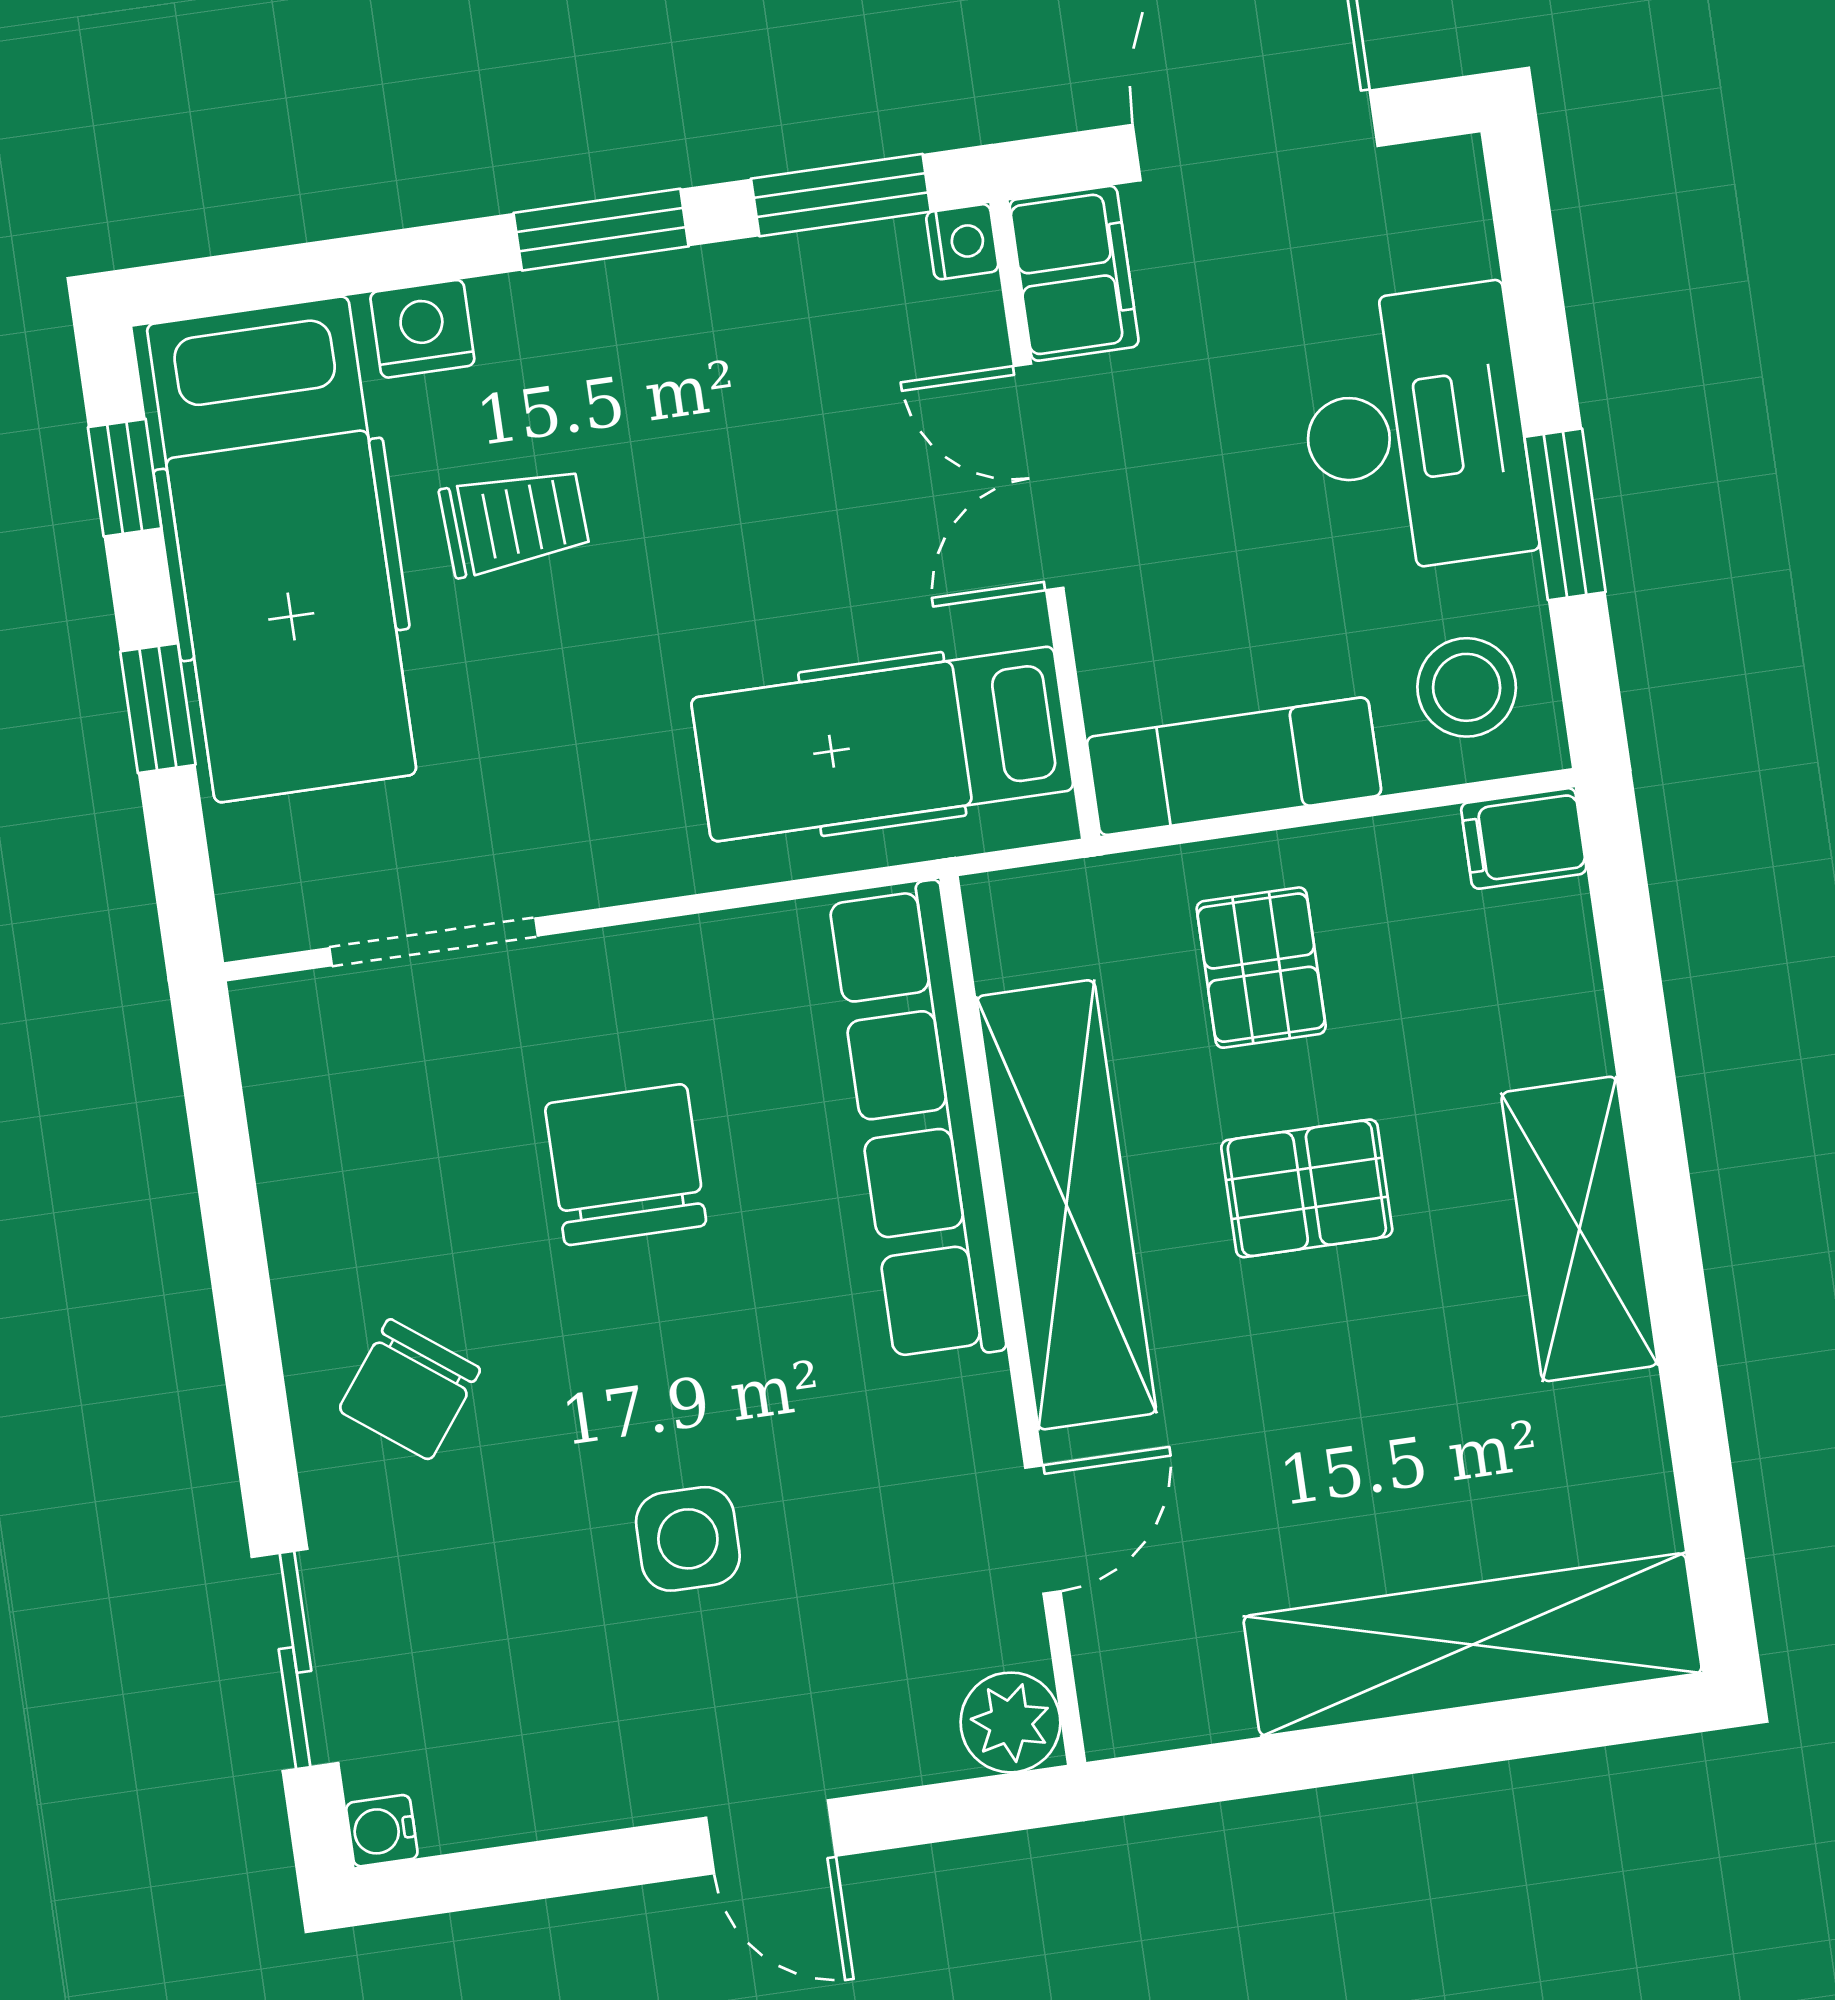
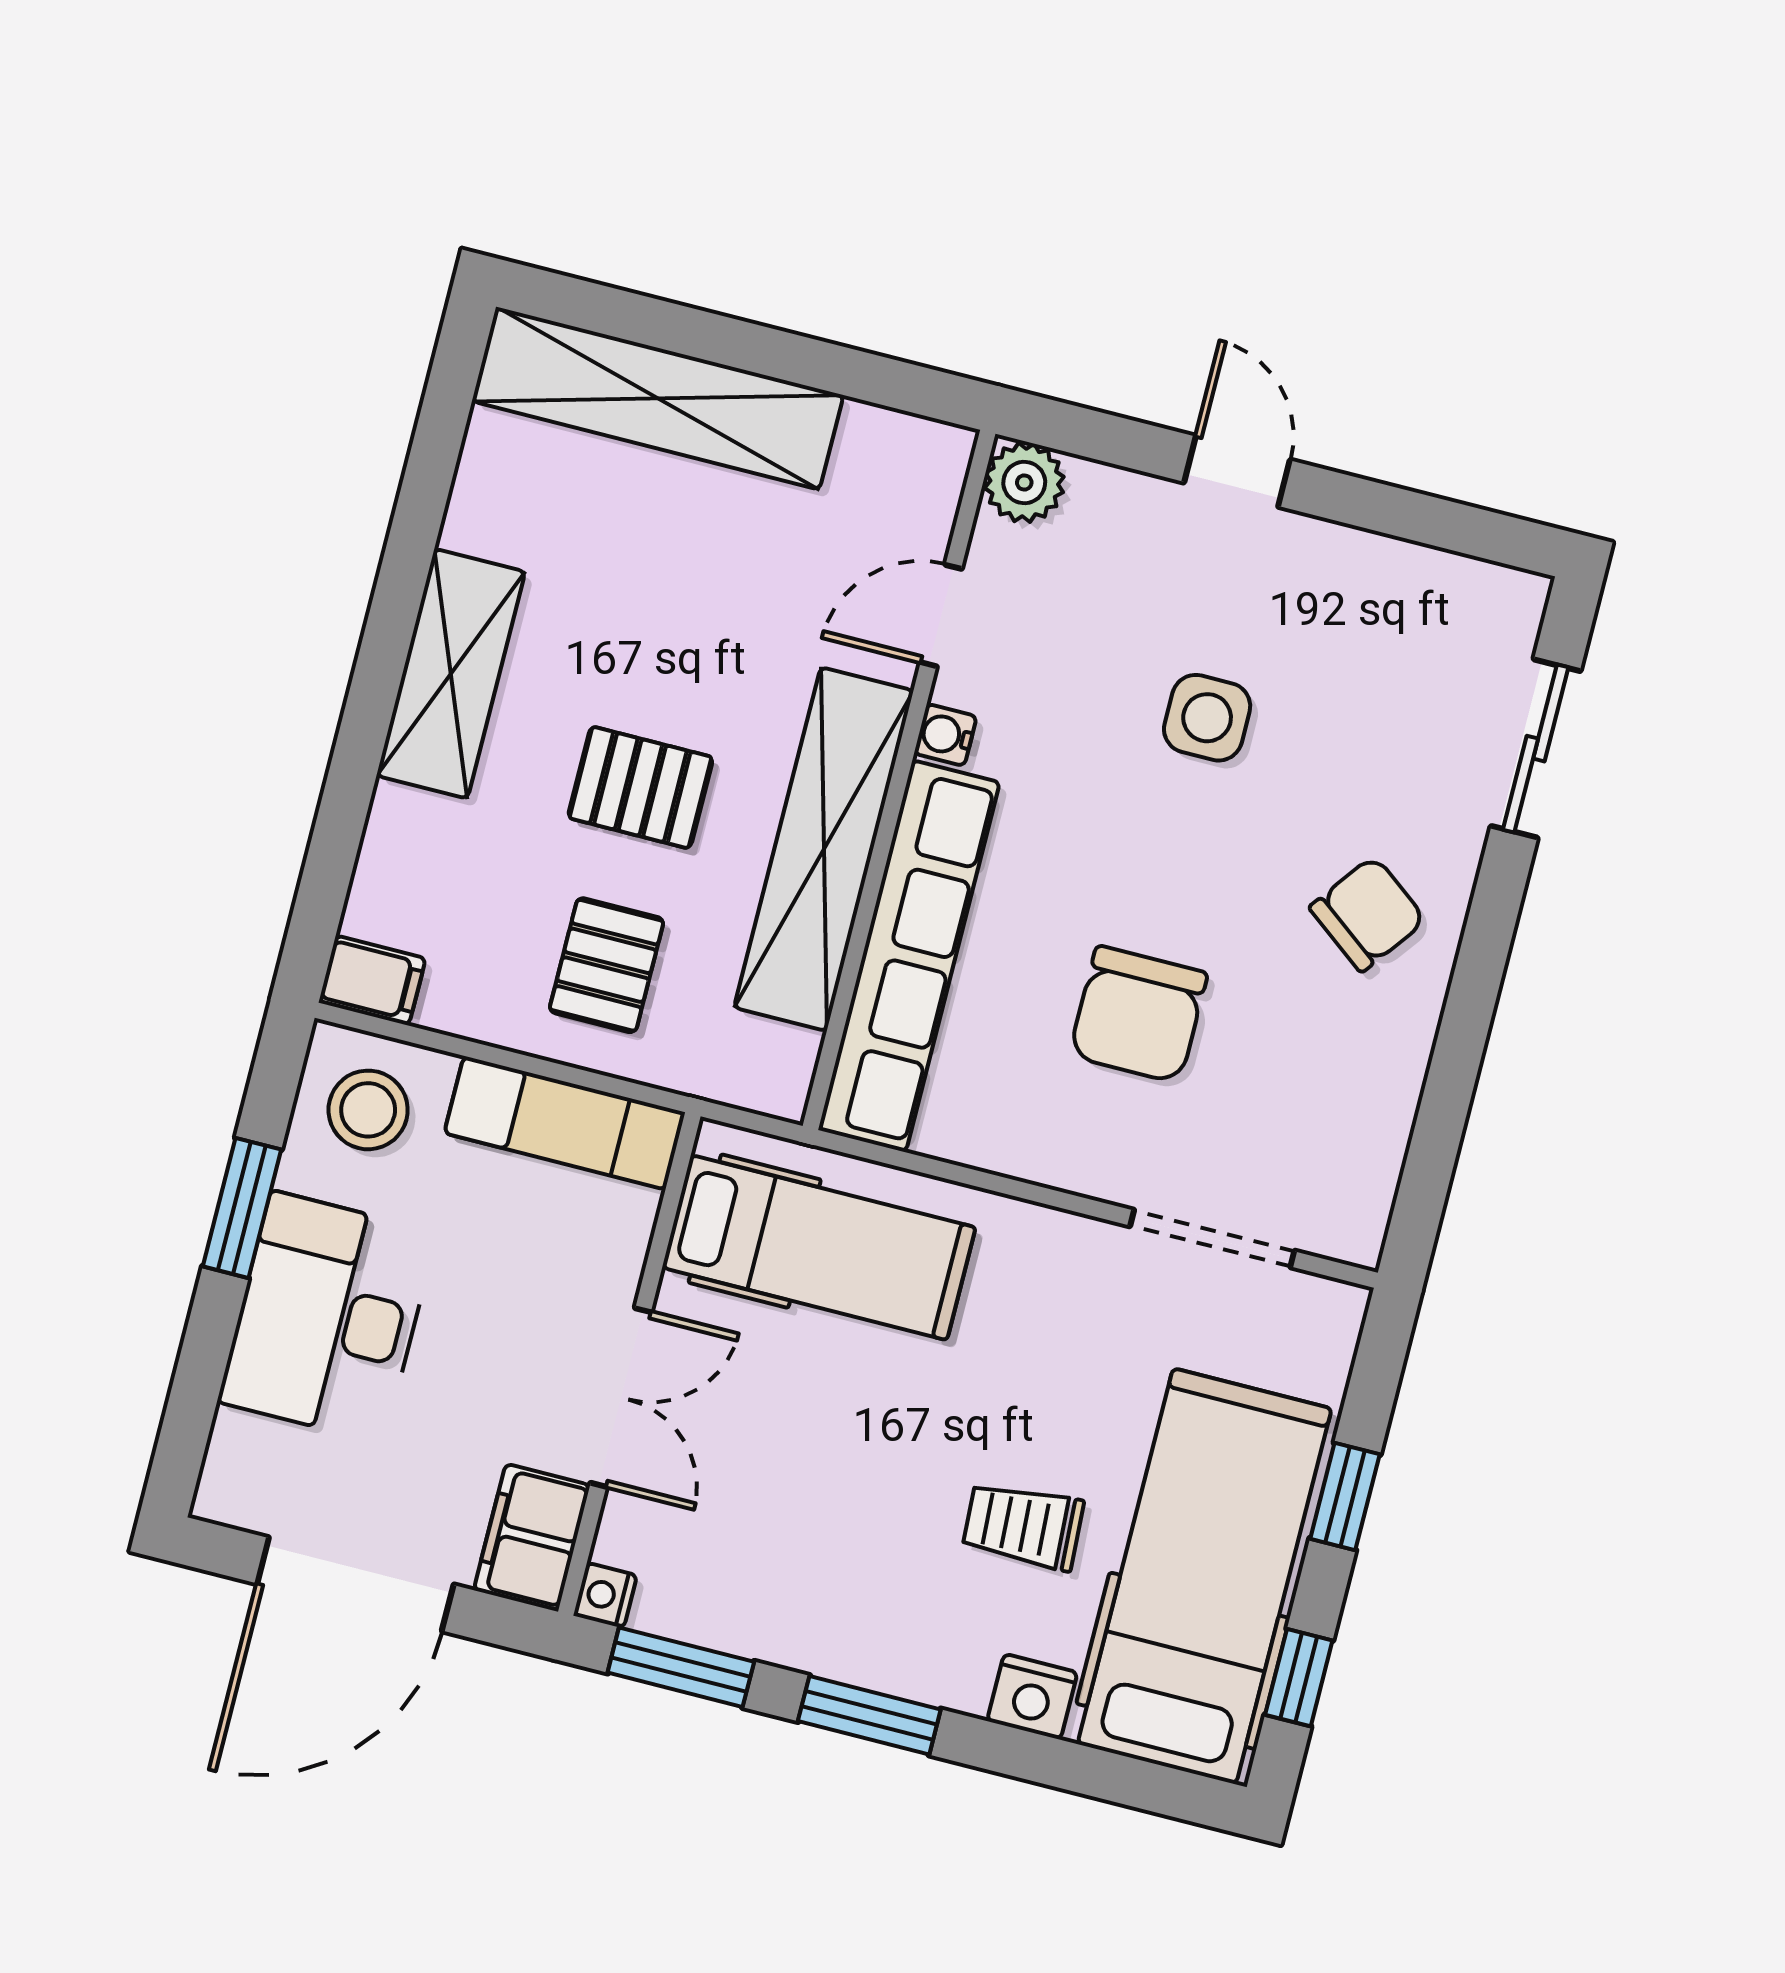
water cooler: (382, 1831) -> (945, 735), moved, turned 180

